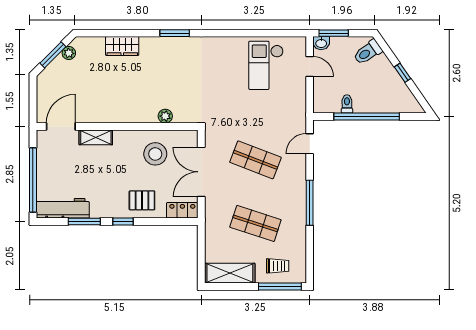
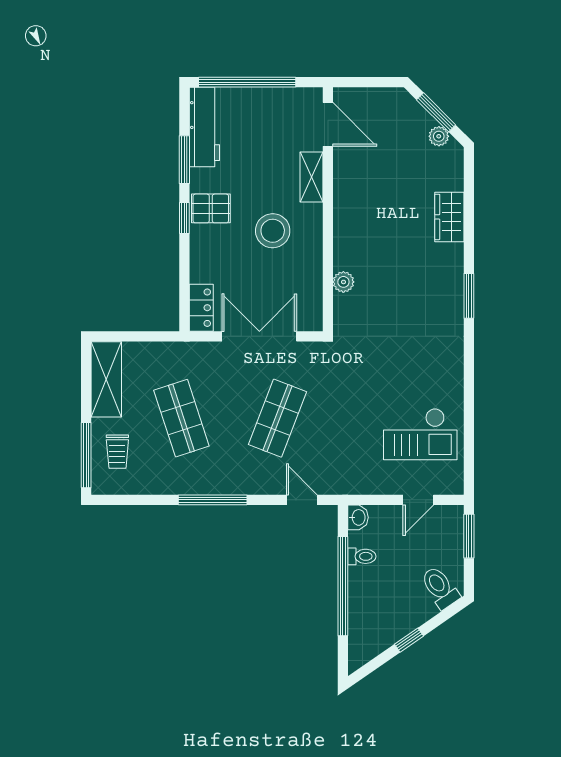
washbasin: (321, 43) -> (358, 517), moved, turned 180
checkout: (266, 65) -> (420, 434), turned 180
stool: (155, 154) -> (273, 231), moved
pallet: (142, 200) -> (211, 208), moved, turned 90
shop shelf: (255, 223) -> (181, 418), turned -36

